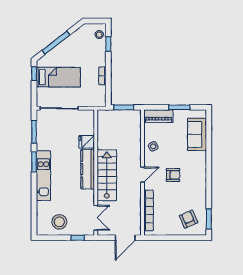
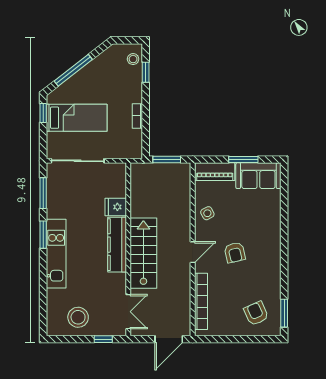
sofa: (197, 134) -> (258, 176), moved, turned -90
armchair: (173, 175) -> (235, 253), turned 77

